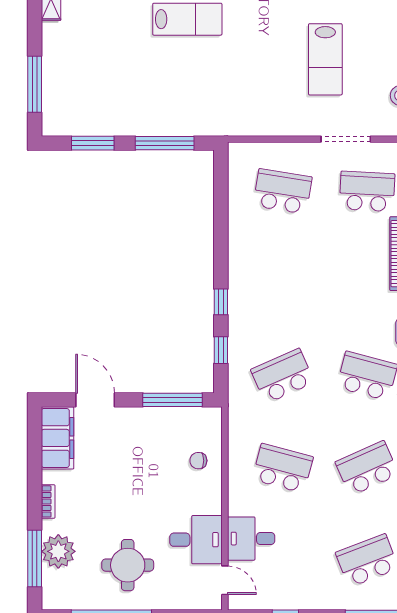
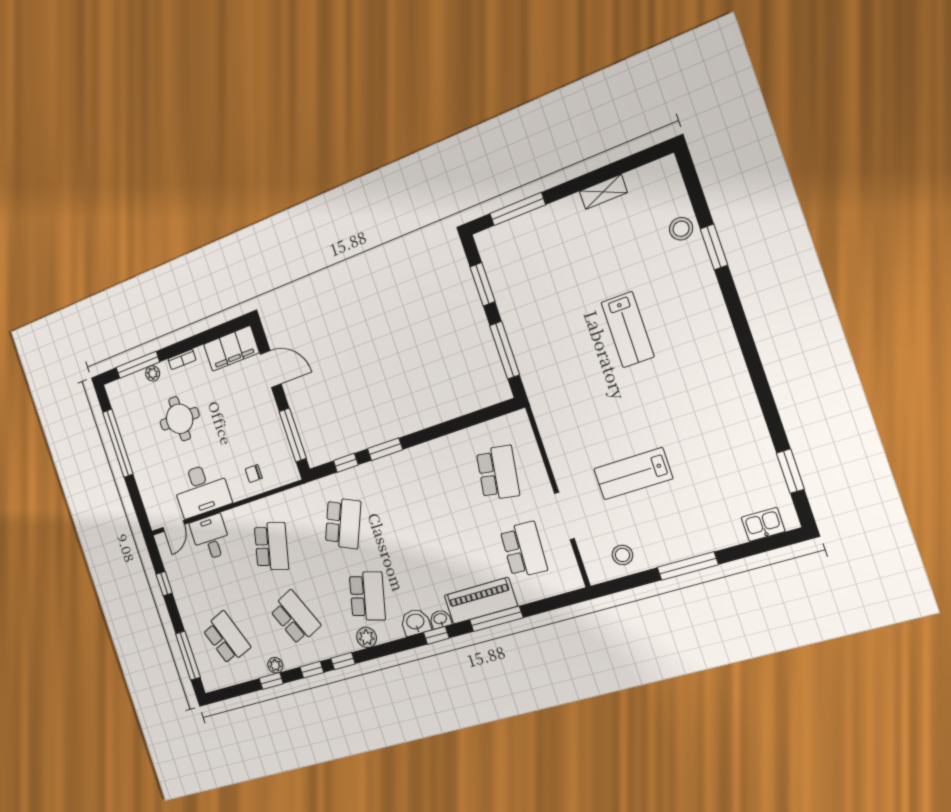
window: (221, 302) -> (385, 449), width x1.50
school desk: (283, 376) -> (343, 523), turned 48
door: (95, 400) -> (271, 369), hinge flipped
chair: (198, 461) -> (254, 474), turned -90
desk: (196, 540) -> (201, 490), width x1.37
plant: (58, 551) -> (153, 373), width x0.53, depth x0.53
round table: (128, 565) -> (180, 419), moved

